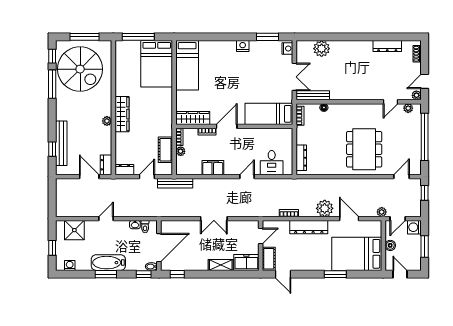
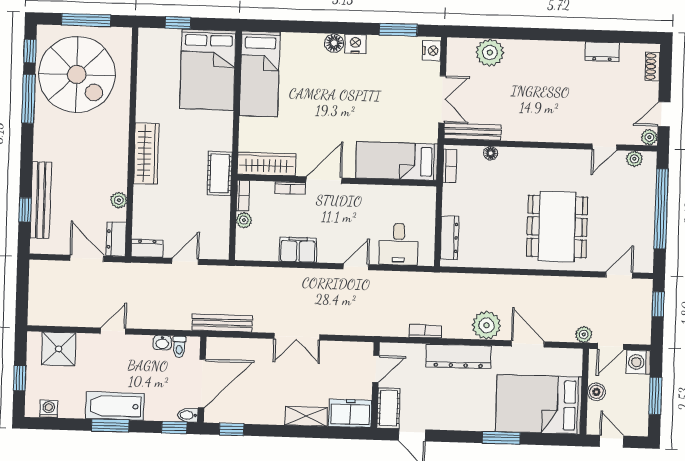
window: (138, 37) -> (178, 23), width x0.46
floor lamp: (230, 46) -> (334, 43), added
dresser: (387, 46) -> (602, 52), width x0.70
plant: (107, 121) -> (119, 200), moved
cot: (165, 150) -> (220, 173), moved
bench: (175, 183) -> (222, 323), moved

